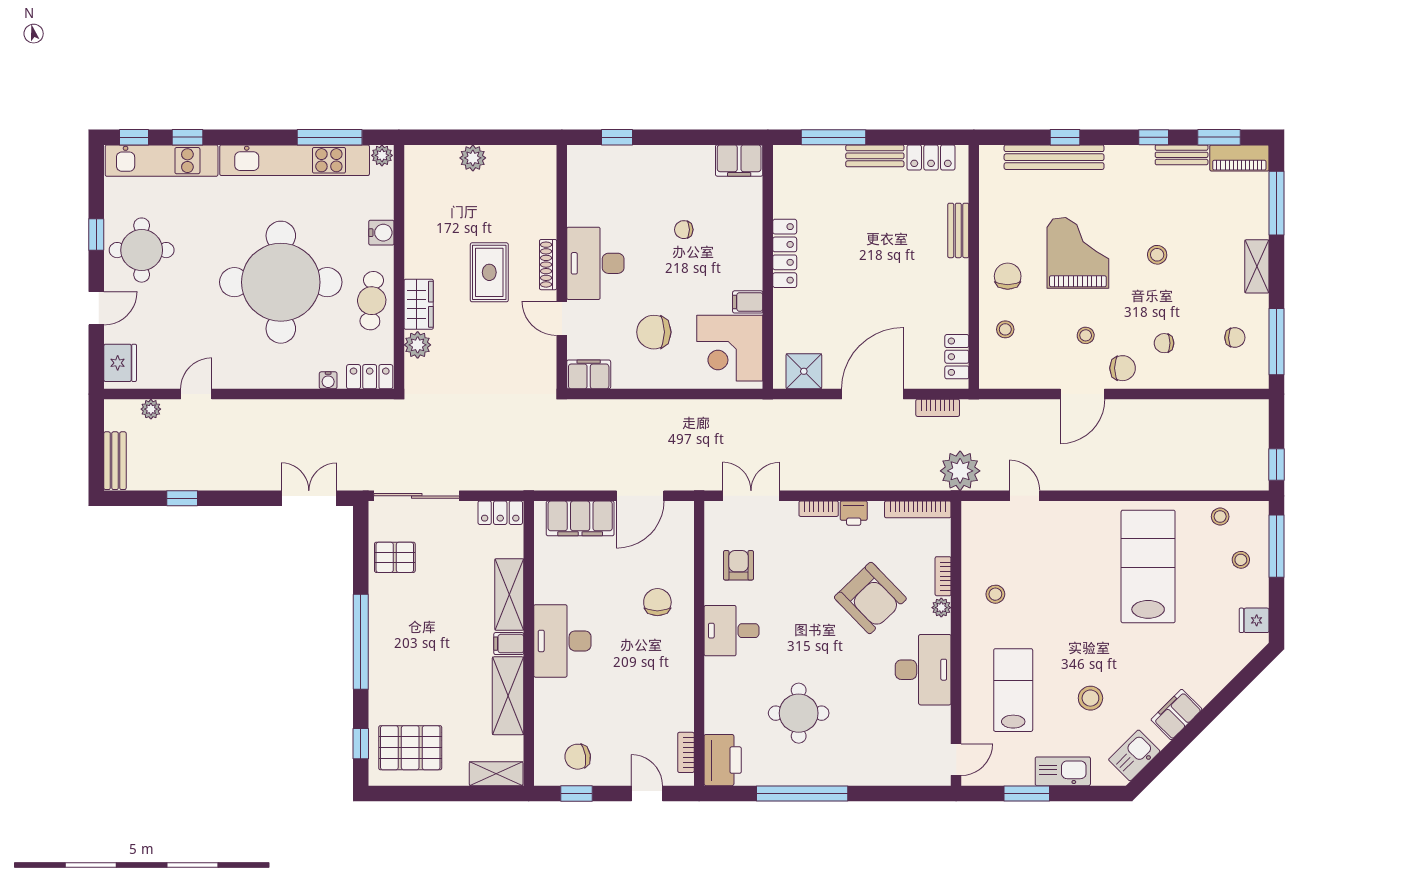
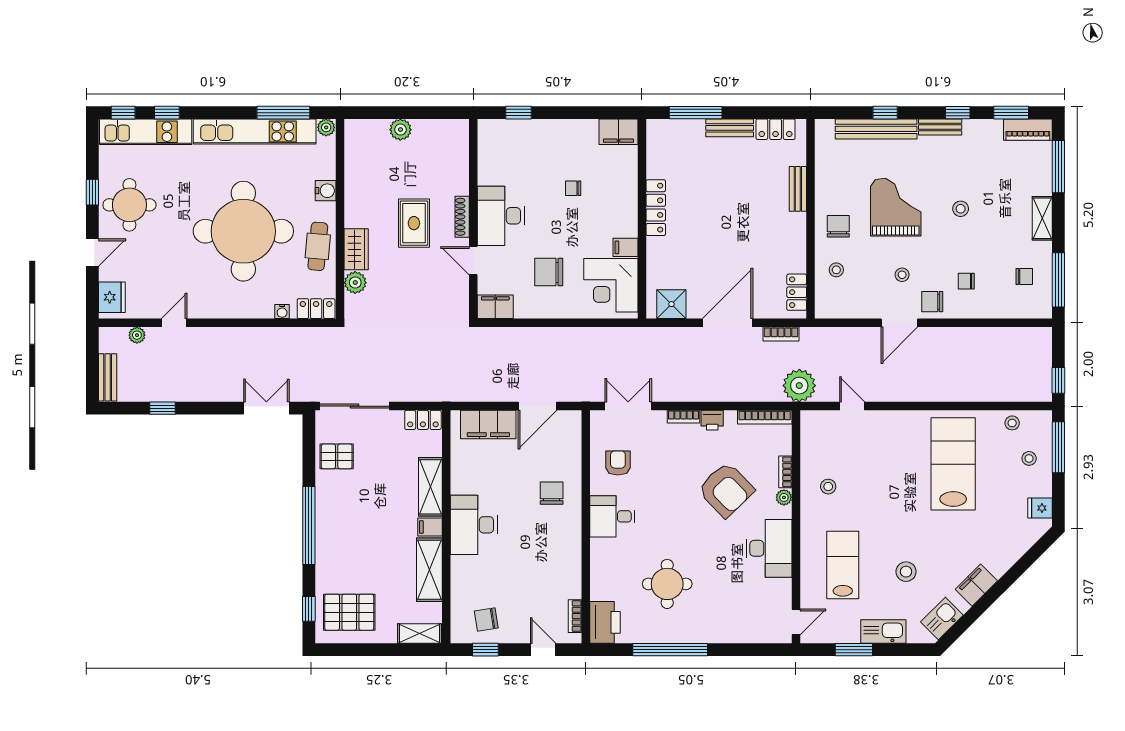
bench: (1182, 155) -> (940, 127), moved
chair: (1123, 368) -> (932, 302), turned 180

